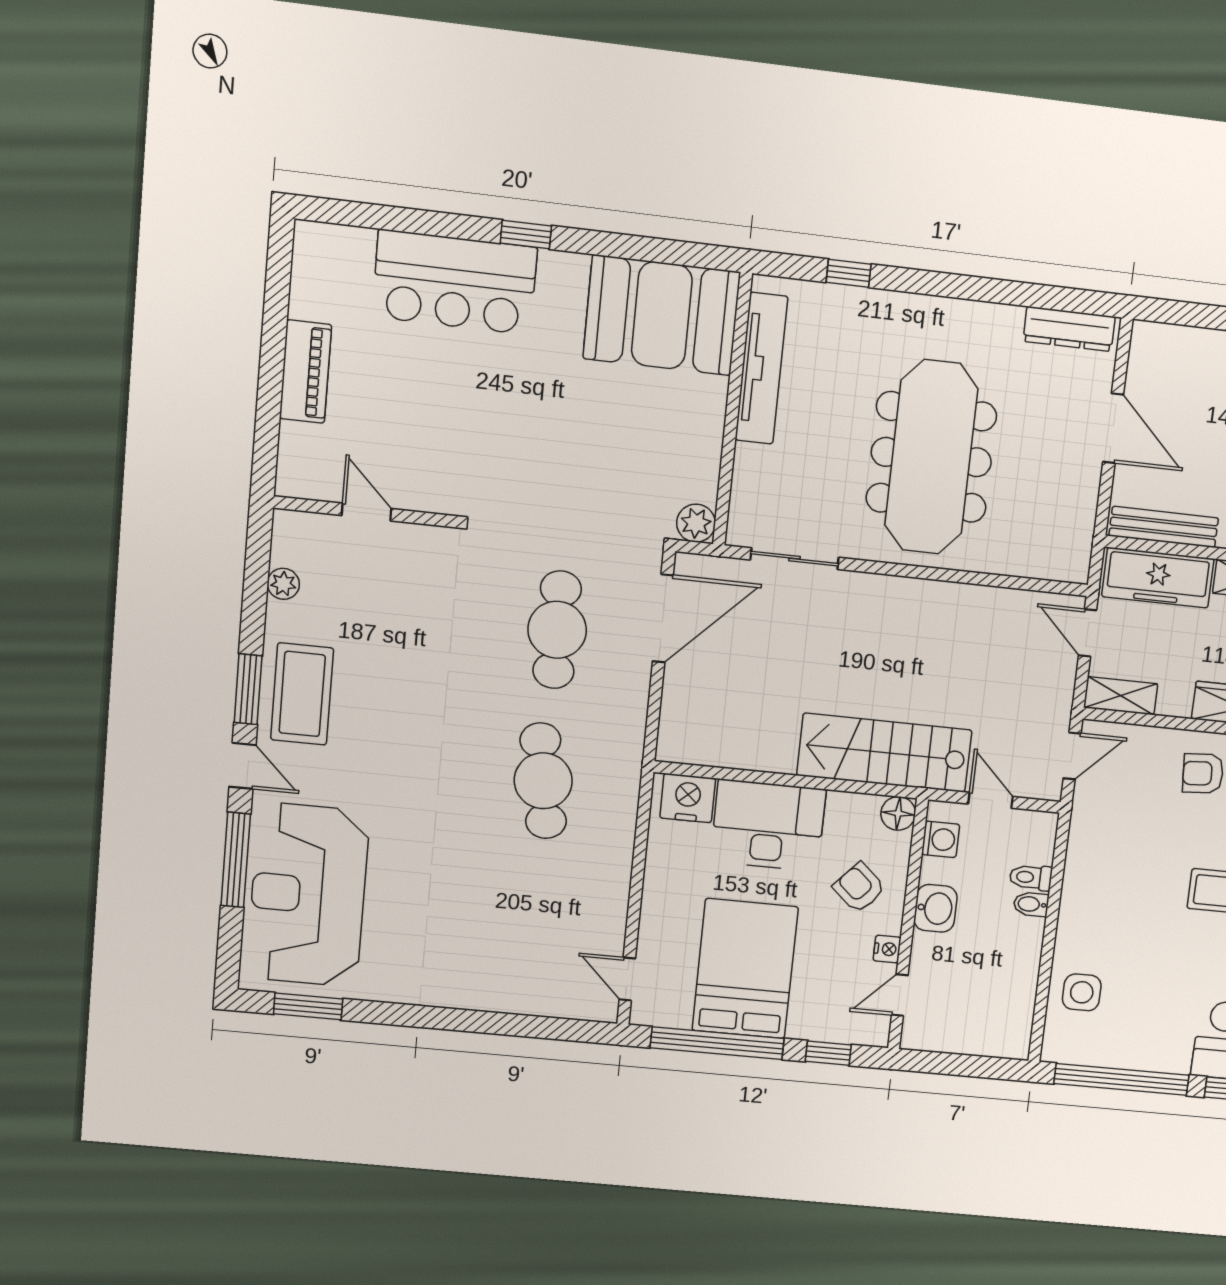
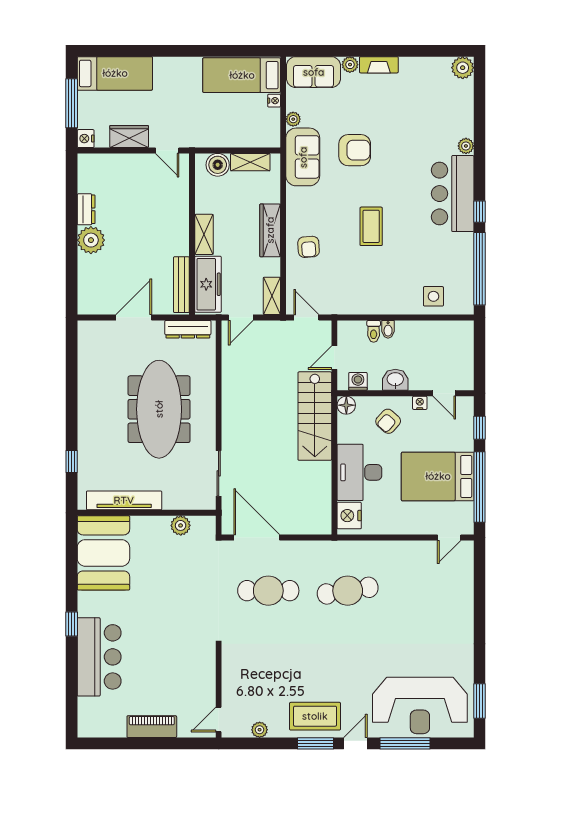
dresser: (1069, 329) -> (188, 329), moved, turned 90
meeting table: (931, 457) -> (159, 409), turned 90
door: (367, 512) -> (219, 720), moved
plant: (696, 523) -> (181, 525), moved

